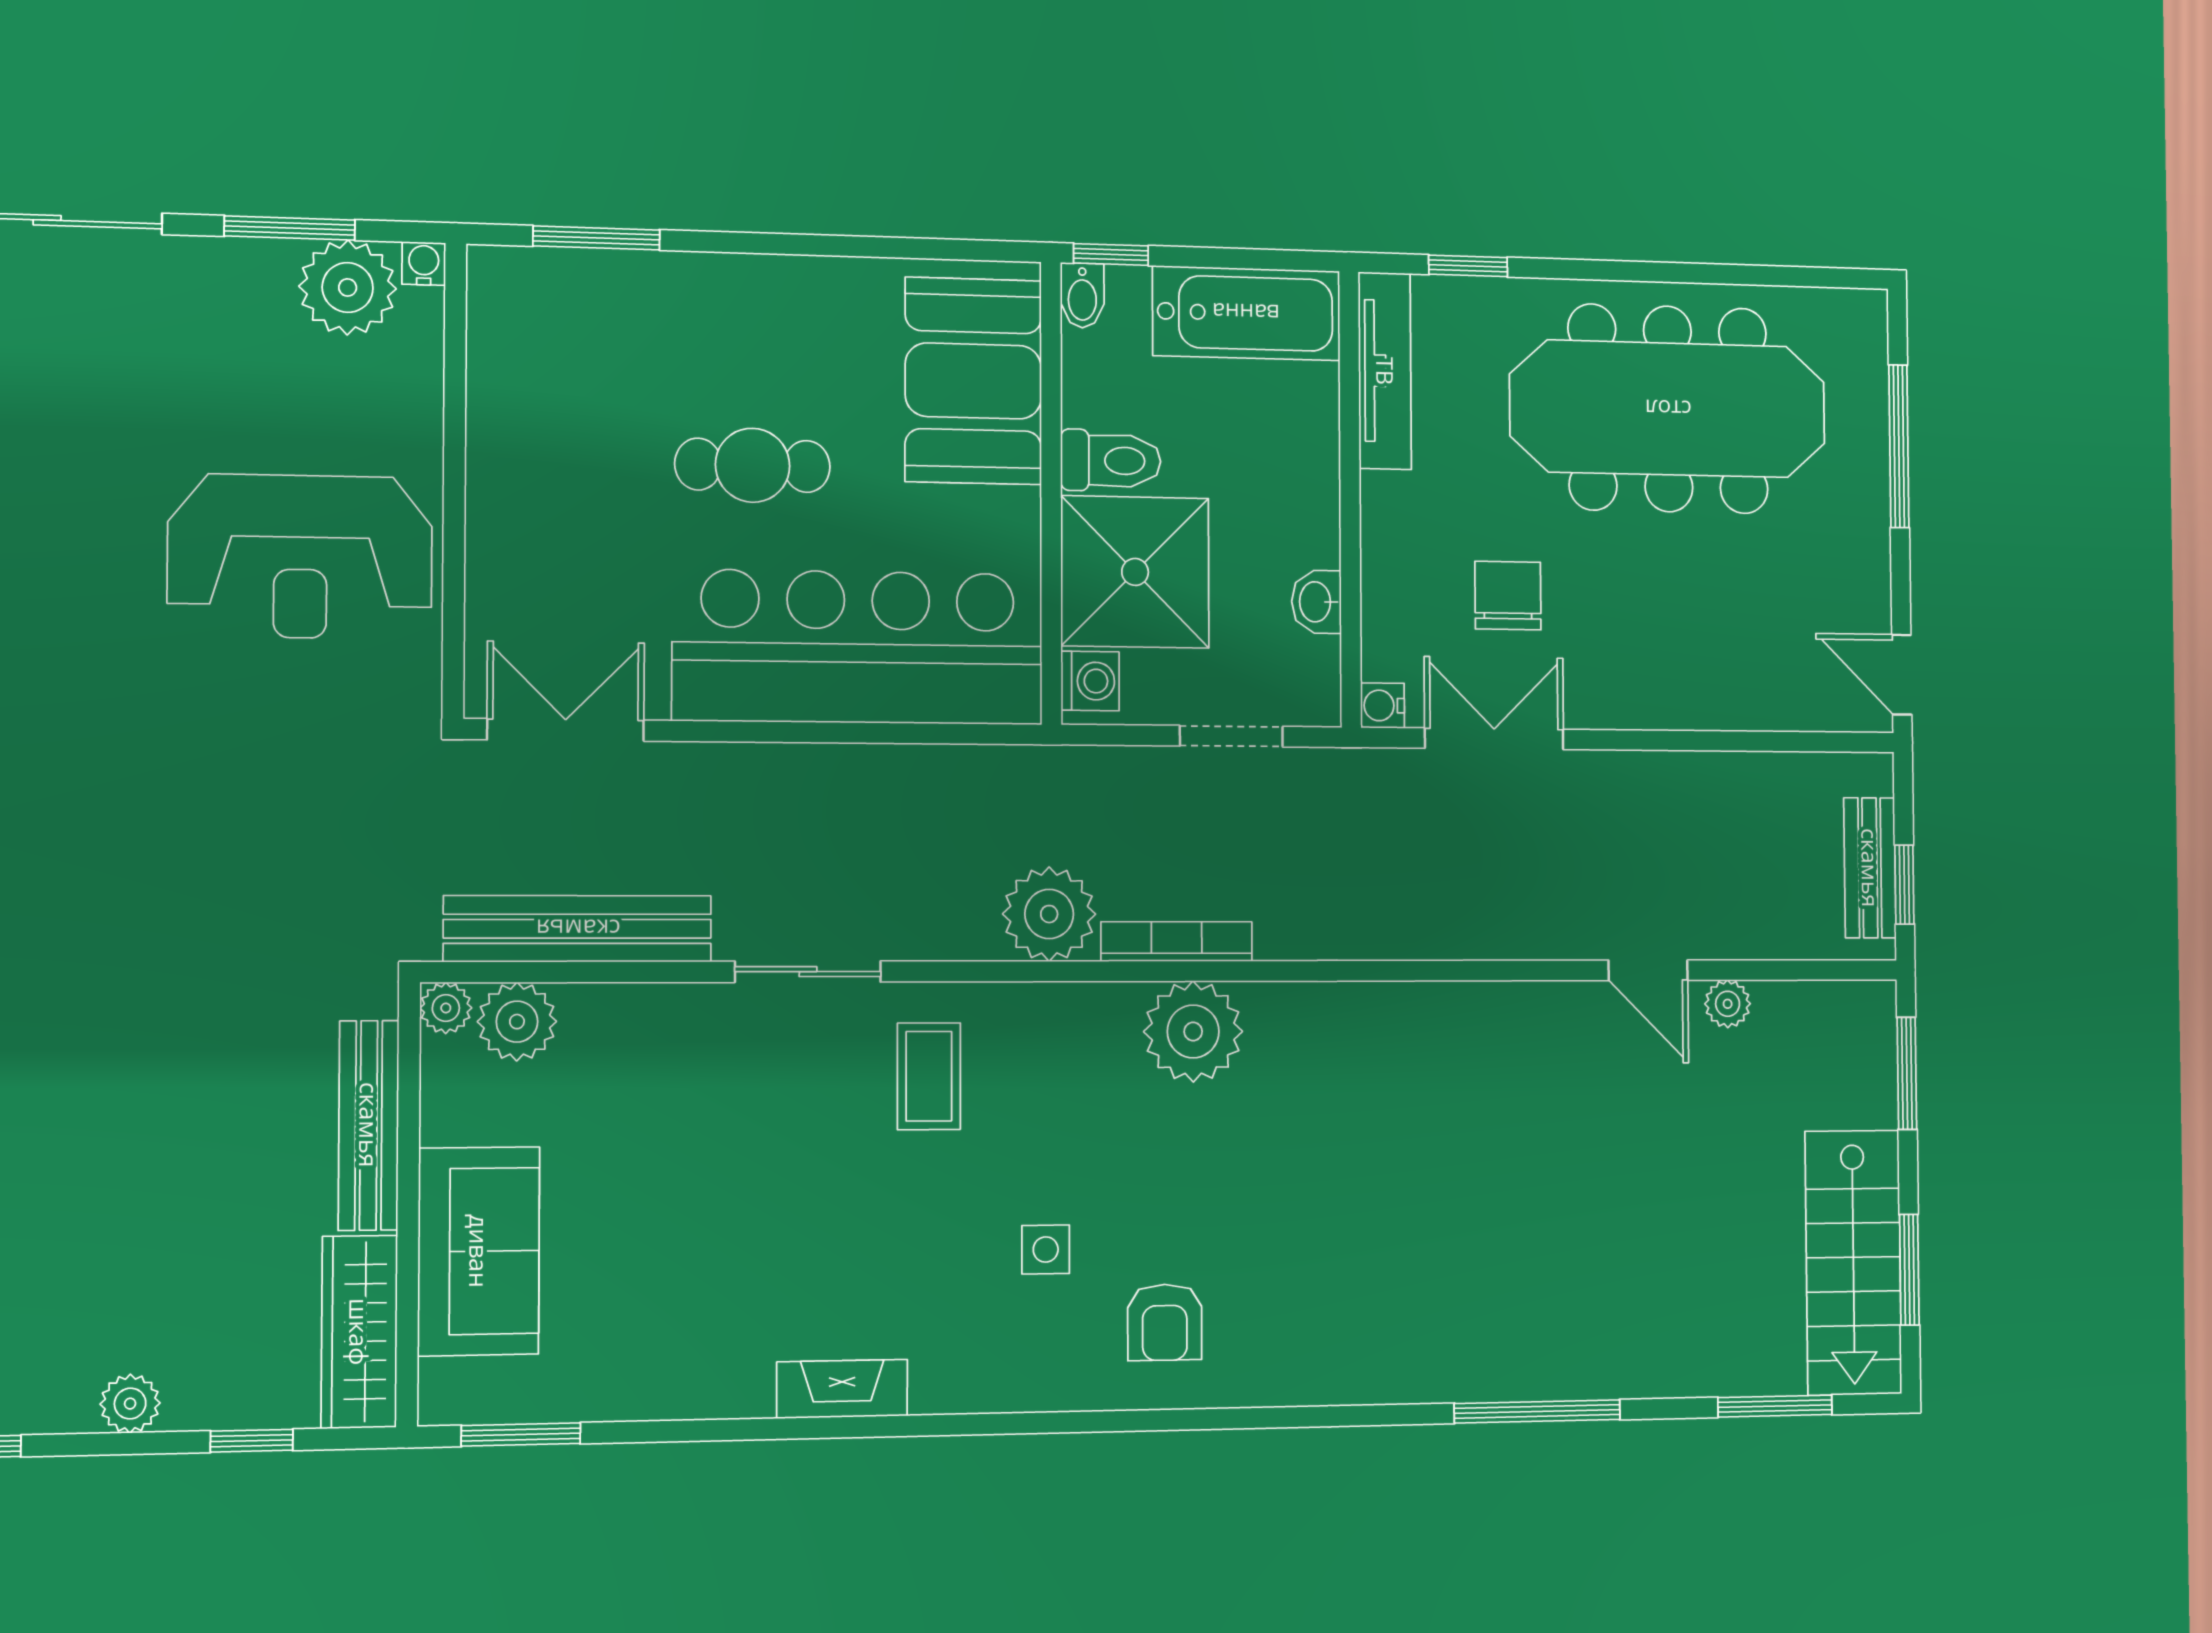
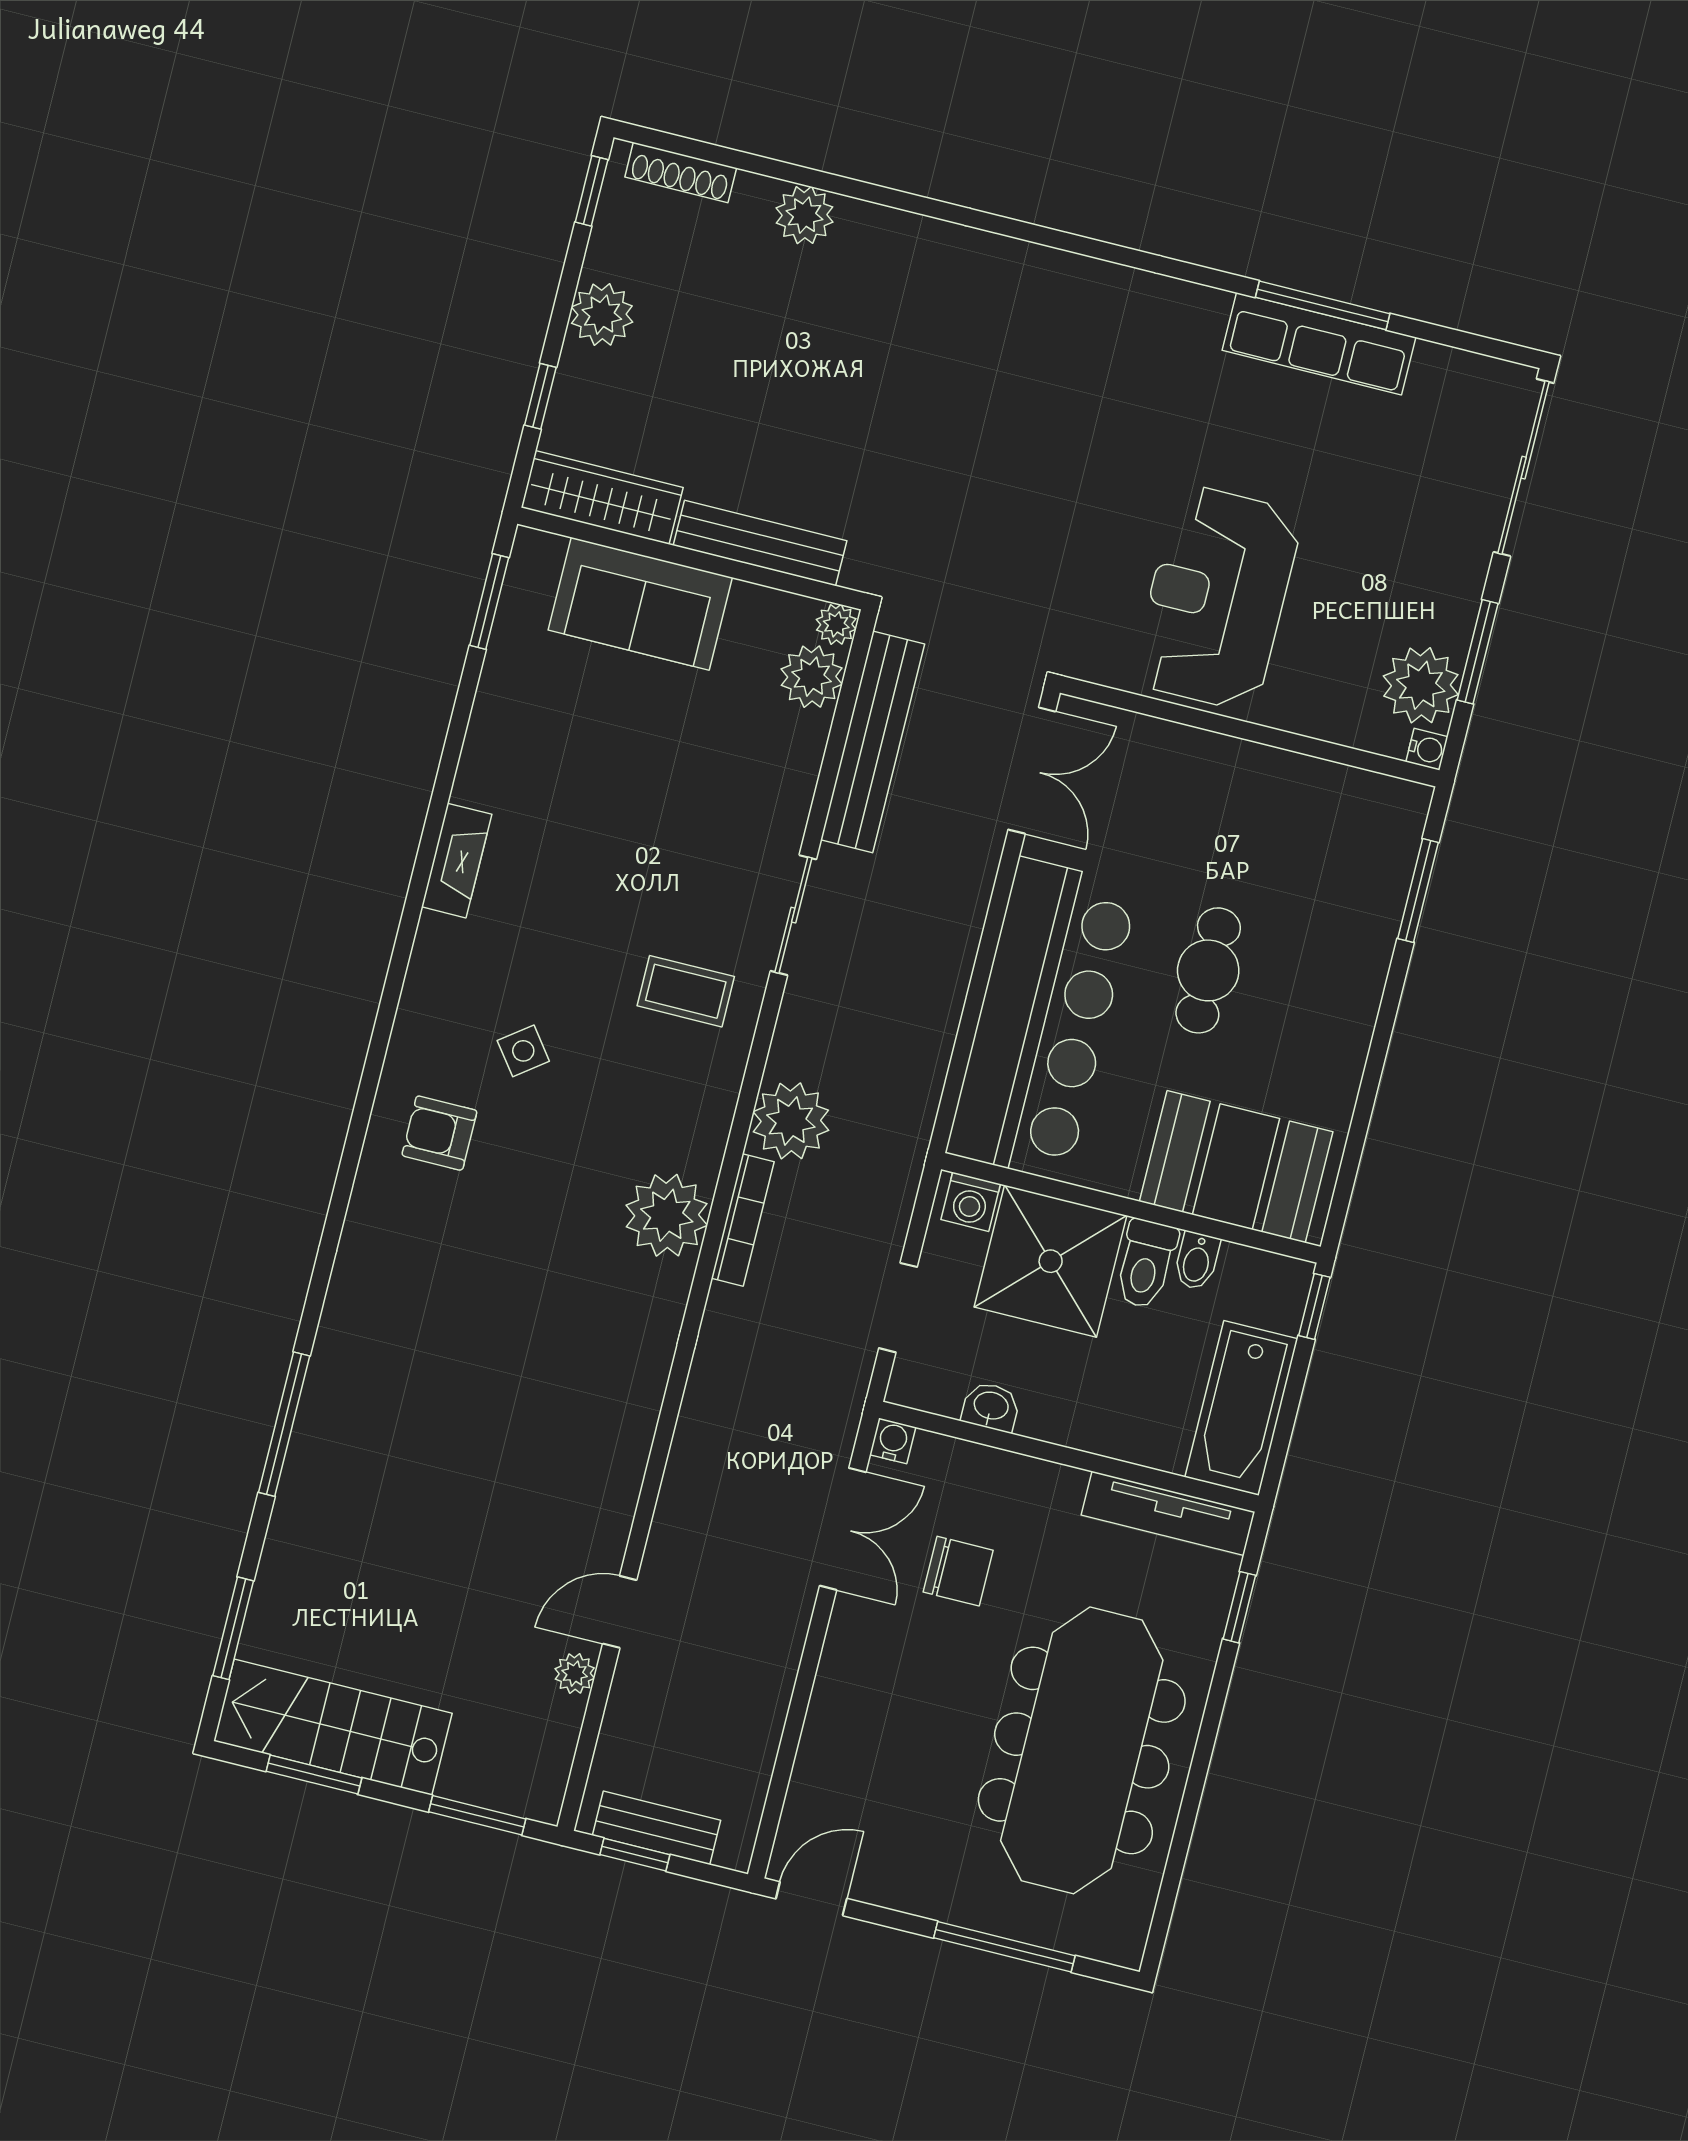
bidet: (1082, 295) -> (1197, 1261), moved, turned -90
side table: (1046, 1250) -> (523, 1051), turned -37
plant: (130, 1404) -> (602, 315), width x1.38, depth x1.38

